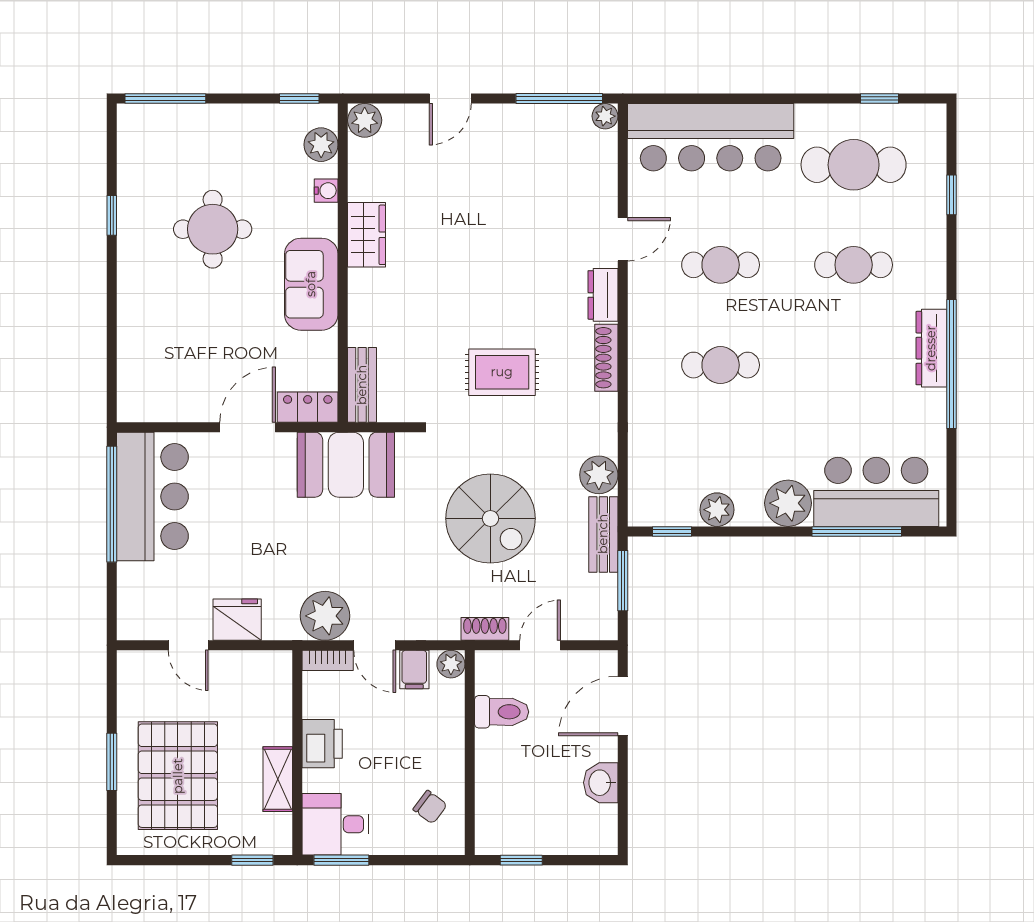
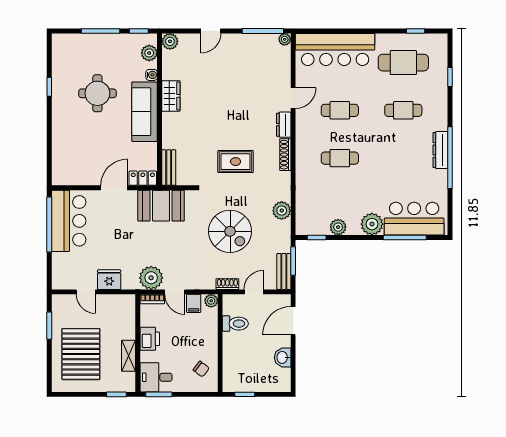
window: (165, 99) -> (101, 31), moved
sofa: (311, 284) -> (145, 112), width x1.36
bench: (603, 534) -> (284, 271), moved
window: (112, 762) -> (49, 326), moved

